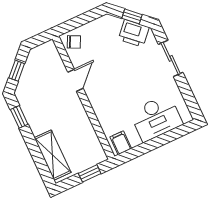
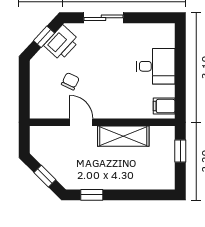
chair: (74, 42) -> (70, 81), moved
desk: (156, 118) -> (156, 66), width x0.73
shelving: (53, 155) -> (123, 136), moved

